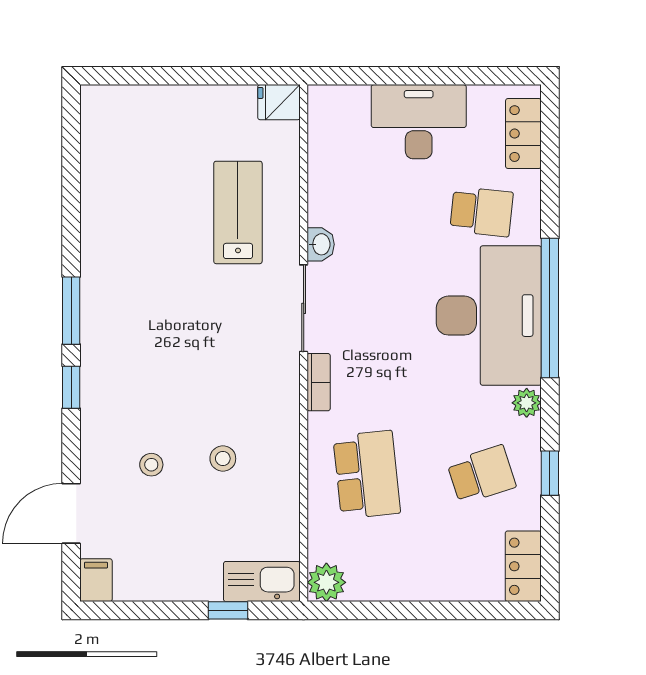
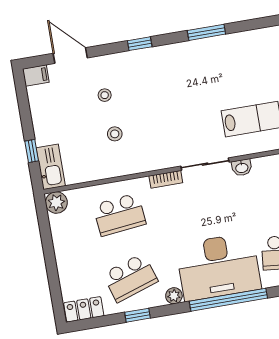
window: (71, 311) -> (206, 32), moved
school desk: (481, 475) -> (130, 278), width x1.85

